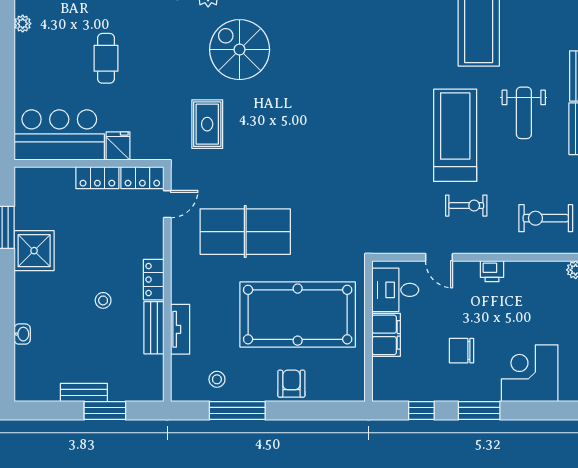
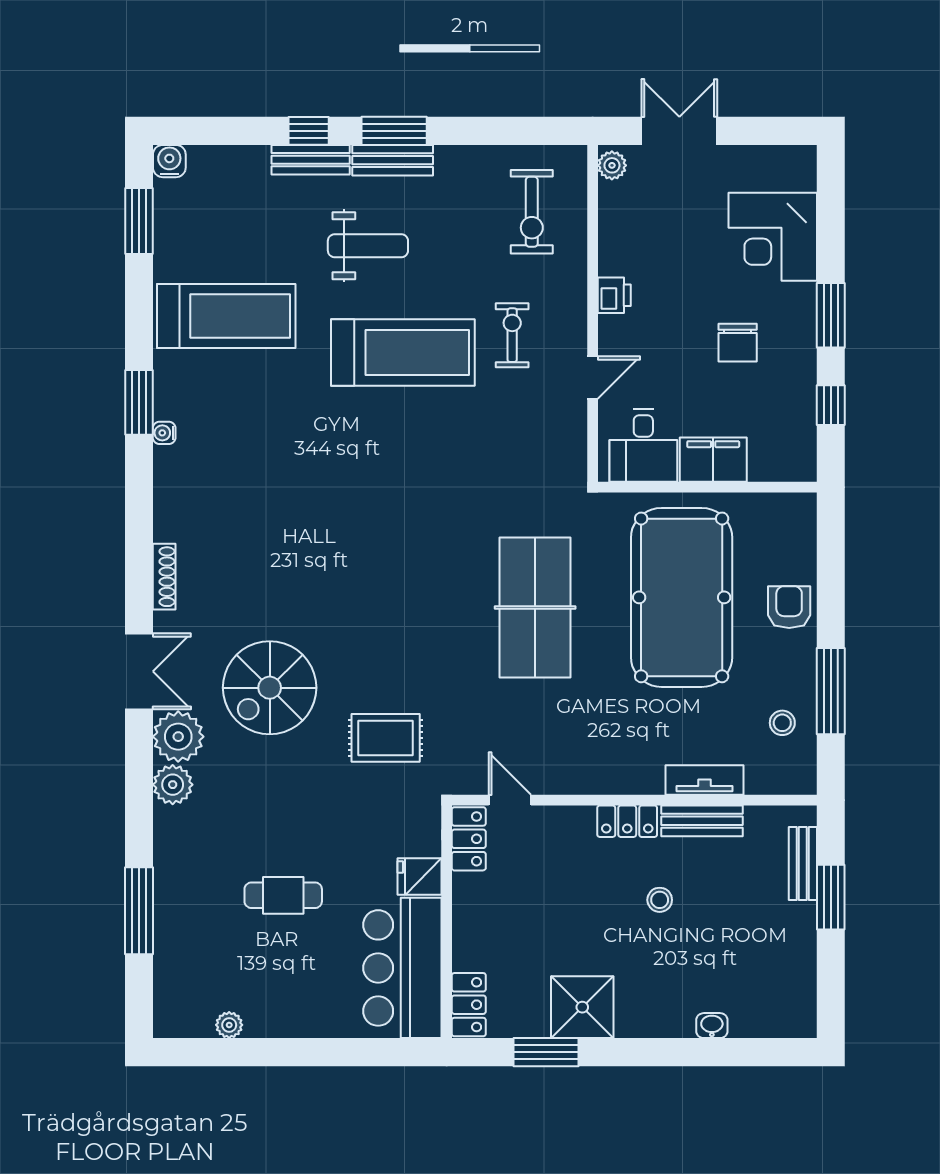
treadmill: (455, 135) -> (403, 352), turned 180
locker: (97, 178) -> (469, 1005), moved
table tennis table: (245, 232) -> (535, 608), moved
armchair: (291, 384) -> (789, 607), turned 90
bench: (84, 393) -> (803, 864), moved

